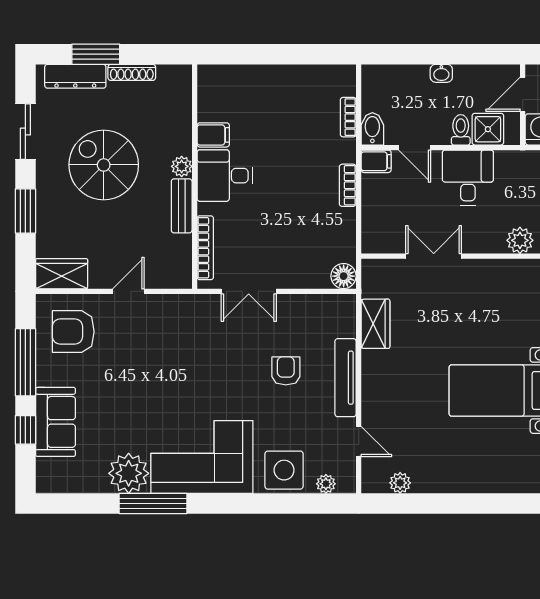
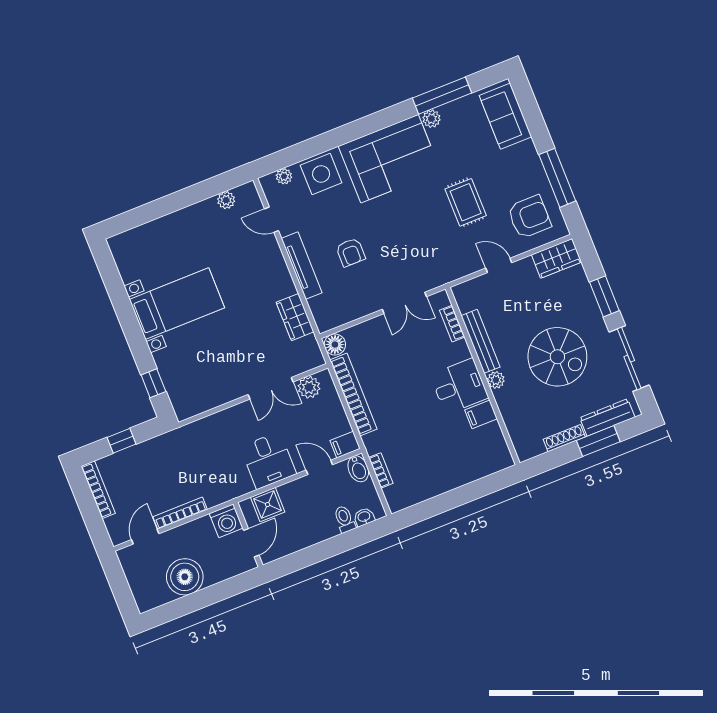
washbasin: (441, 73) -> (364, 517), moved
toilet: (461, 130) -> (345, 519), moved, turned 180
sliding door: (25, 132) -> (629, 359), width x1.37
bookcase: (348, 185) -> (353, 394), width x2.31, depth x1.31
bench: (182, 206) -> (481, 341), width x1.36
plant: (520, 240) -> (309, 387), moved
bookcase: (205, 248) -> (452, 324), width x0.64
door: (128, 291) -> (499, 265), swing flipped
double door: (249, 291) -> (404, 303), swing flipped
rug: (137, 375) -> (466, 202), added
sofa: (55, 422) -> (505, 116), moved
window: (25, 430) -> (536, 125), removed
plant: (129, 473) -> (431, 119), width x0.53, depth x0.53
window: (153, 503) -> (442, 96), moved

